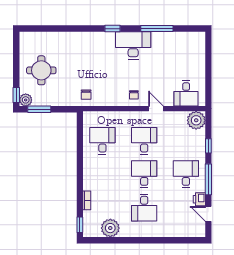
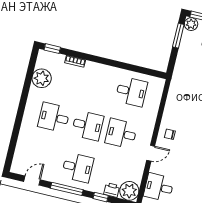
chair: (86, 95) -> (182, 86), removed
desk: (144, 141) -> (121, 134), turned 180
printer: (199, 199) -> (112, 190), moved

